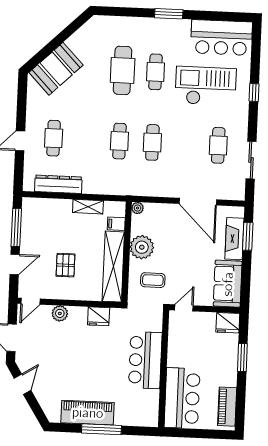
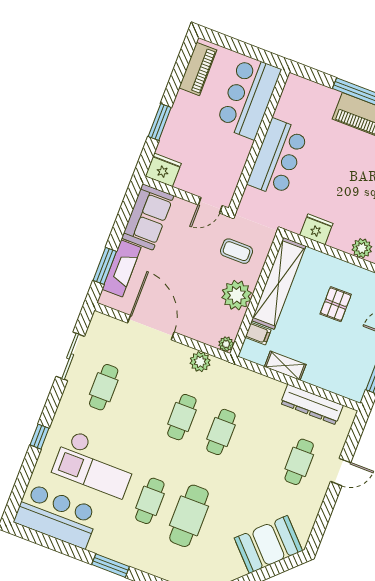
plant: (153, 188) -> (200, 362), added

